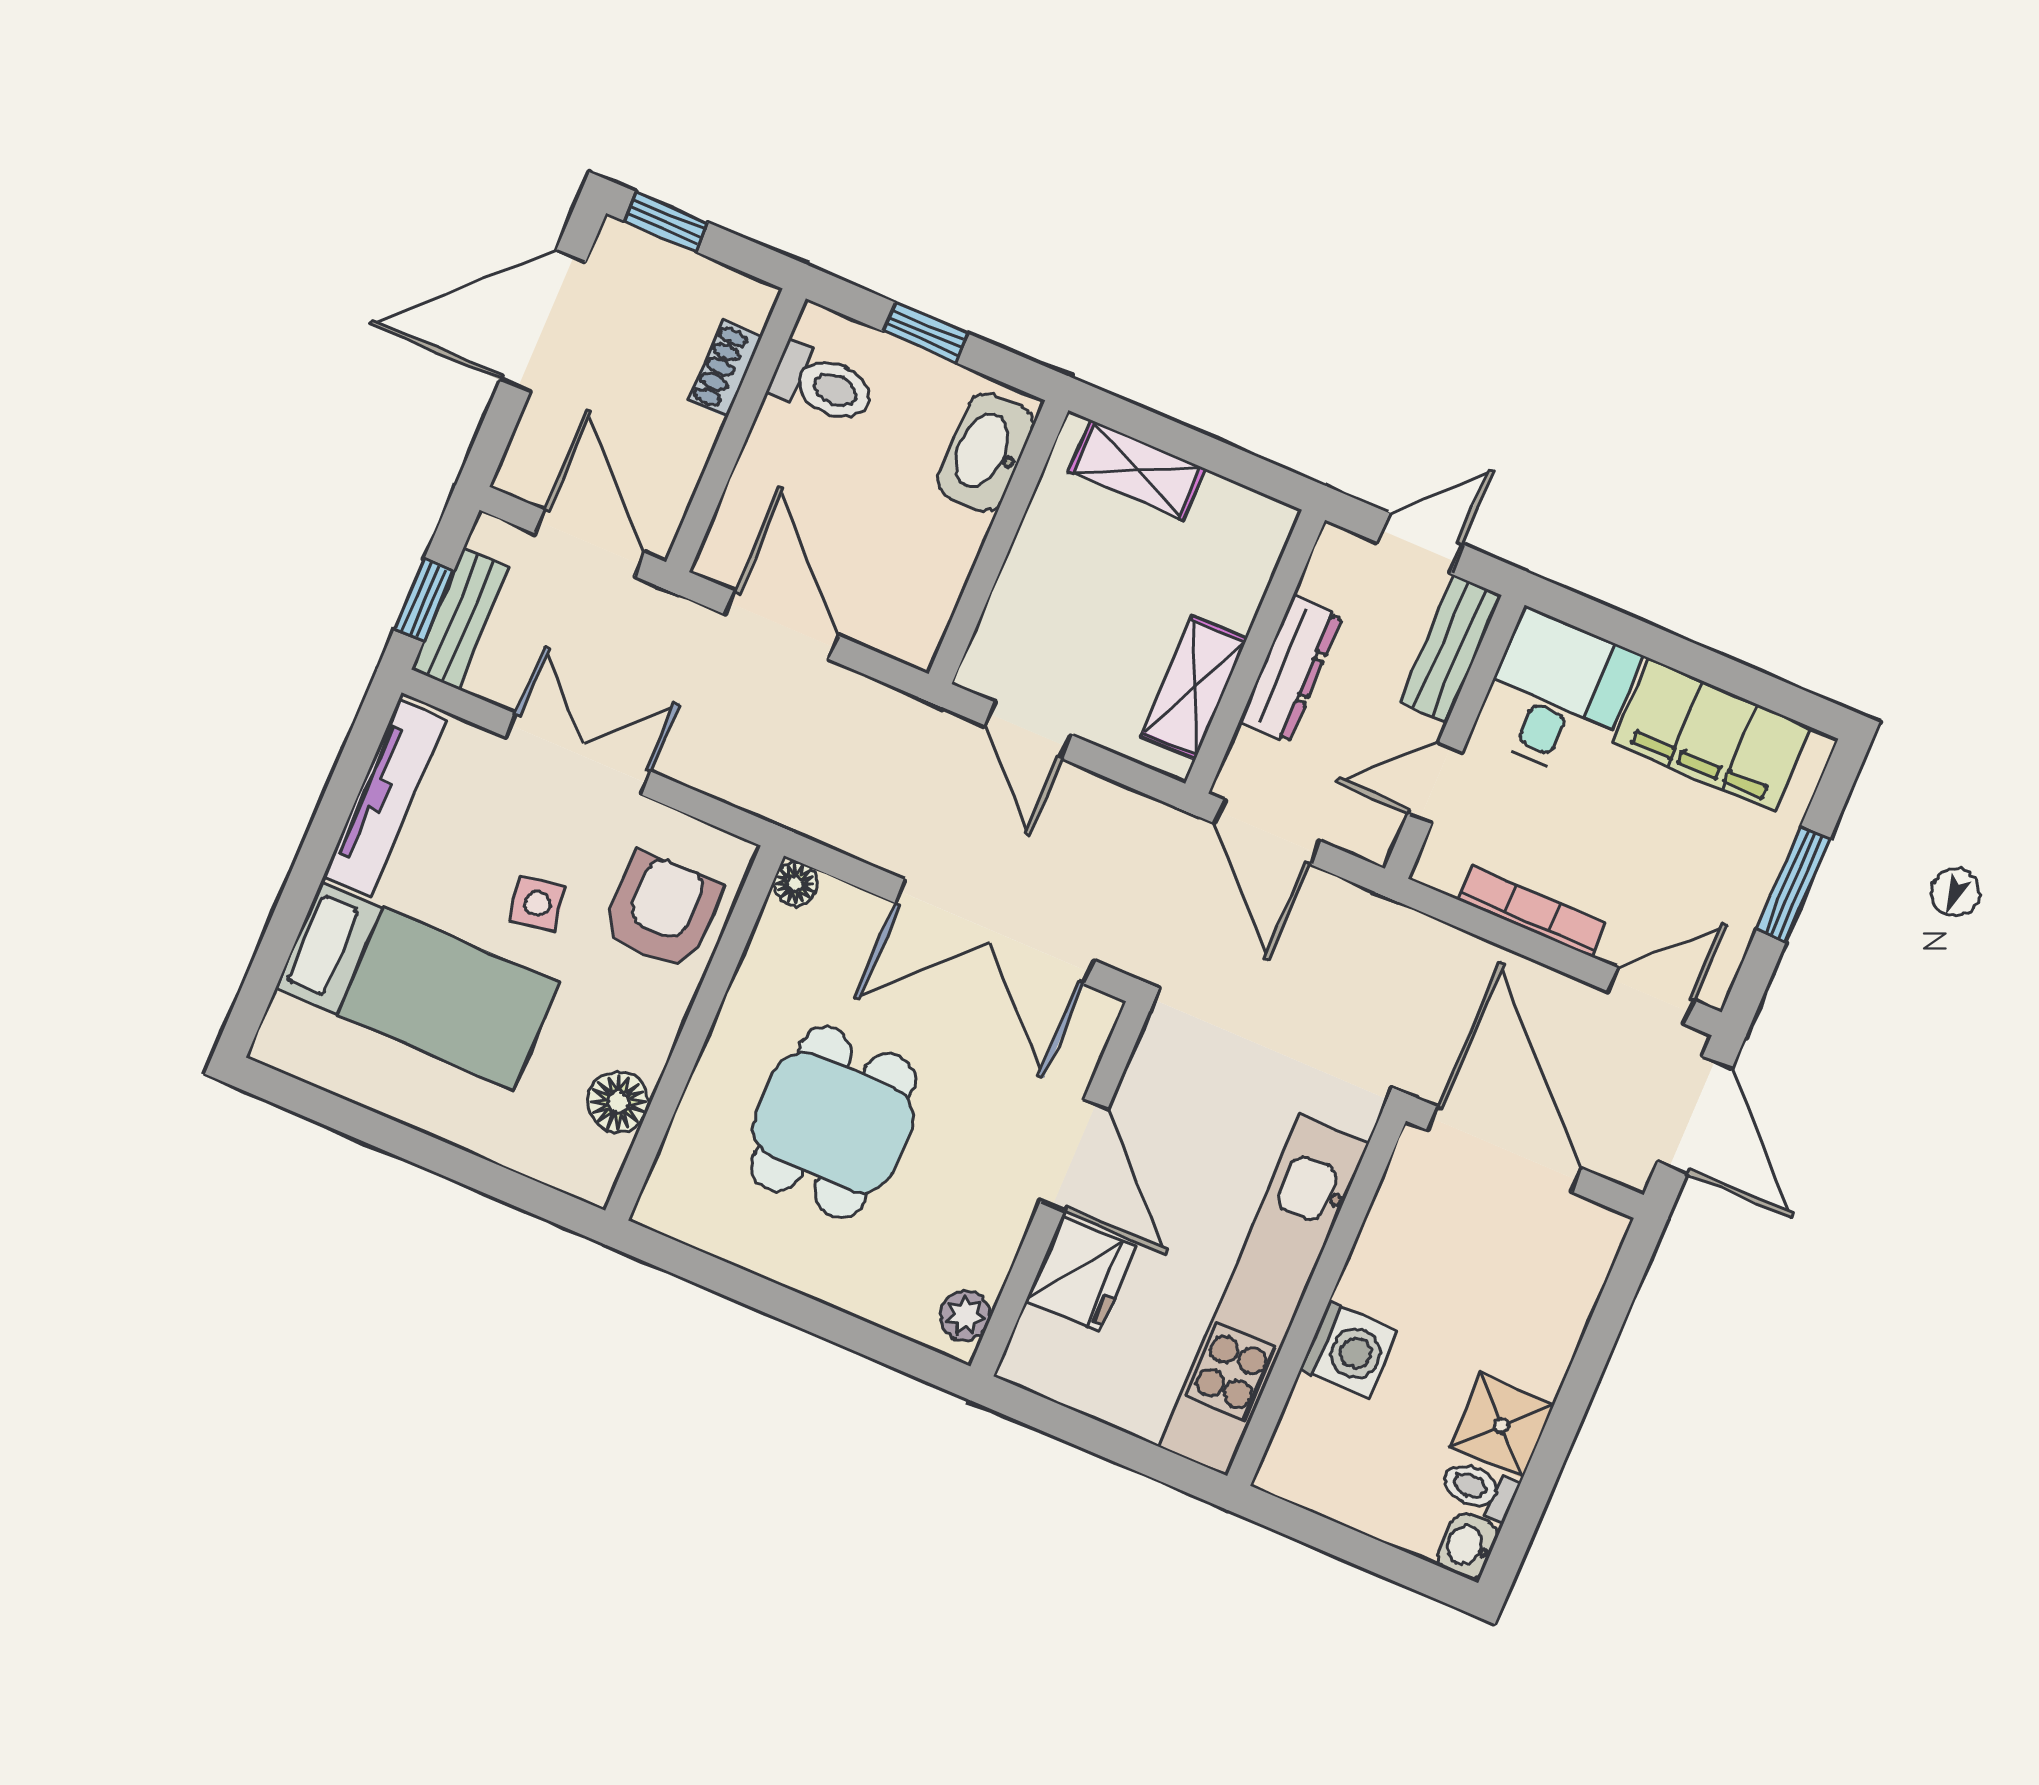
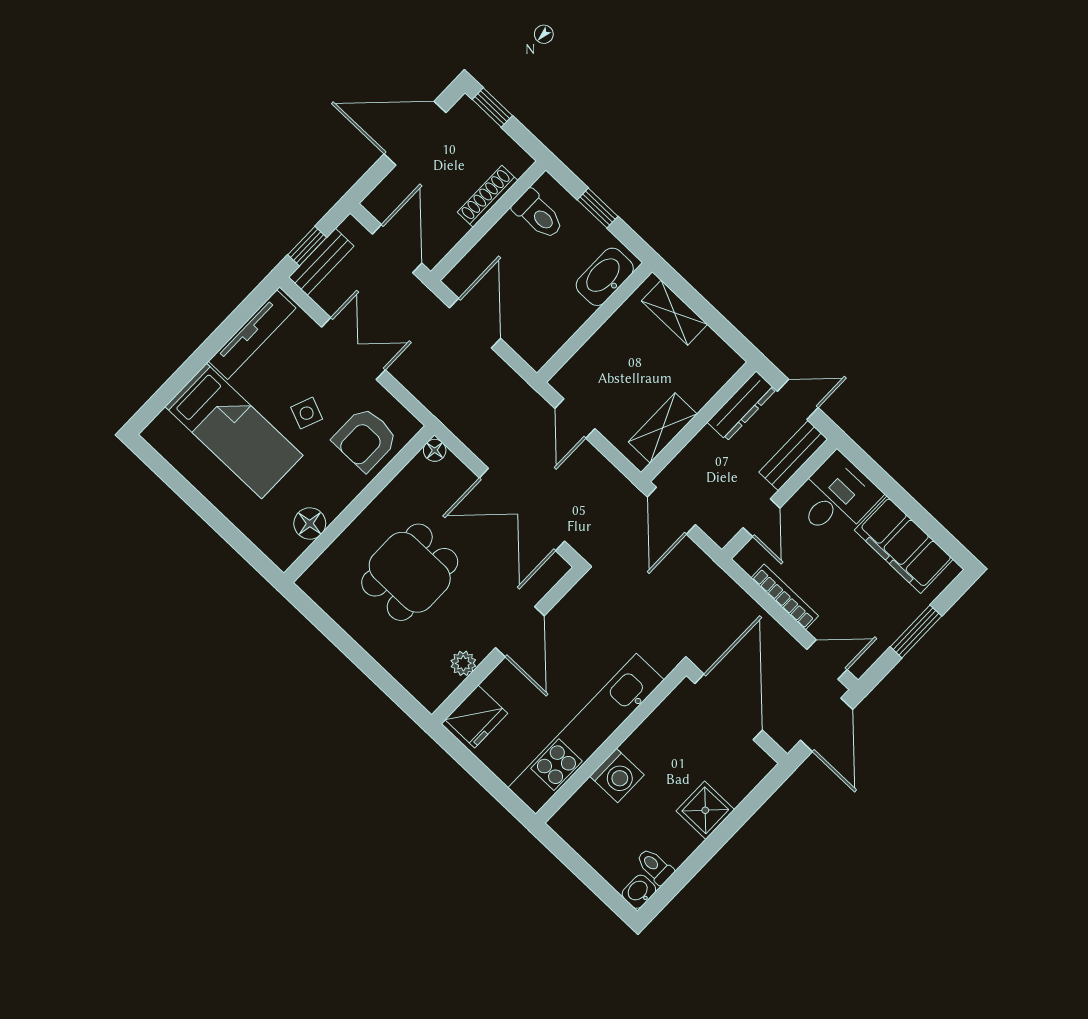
shoe rack: (725, 369) -> (488, 196), width x1.43
dresser: (1291, 669) -> (742, 406), moved
door: (1435, 783) -> (761, 518), swing flipped
side table: (537, 904) -> (307, 413), turned 33
armchair: (662, 911) -> (365, 439), turned 180
fridge: (1081, 1274) -> (476, 717), moved
plant: (965, 1316) -> (463, 663), moved
shower: (1502, 1425) -> (705, 810), moved

